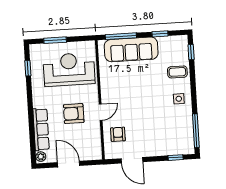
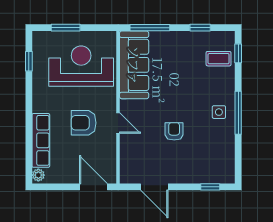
sofa: (131, 49) -> (134, 65), moved, turned -90
coffee table: (177, 72) -> (219, 59), moved
door: (101, 112) -> (118, 123), hinge flipped
window: (196, 131) -> (238, 113), moved
armchair: (118, 134) -> (174, 131), moved
door: (69, 164) -> (93, 187), moved

